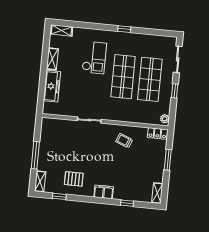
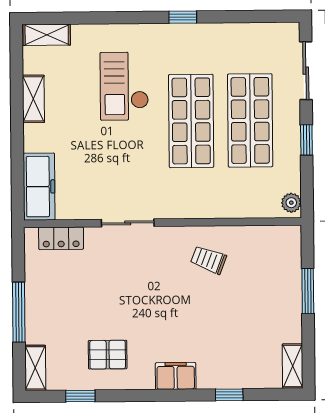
checkout: (94, 58) -> (124, 86), turned 180
freezer: (52, 86) -> (39, 187), moved
locker: (157, 133) -> (61, 238), moved

